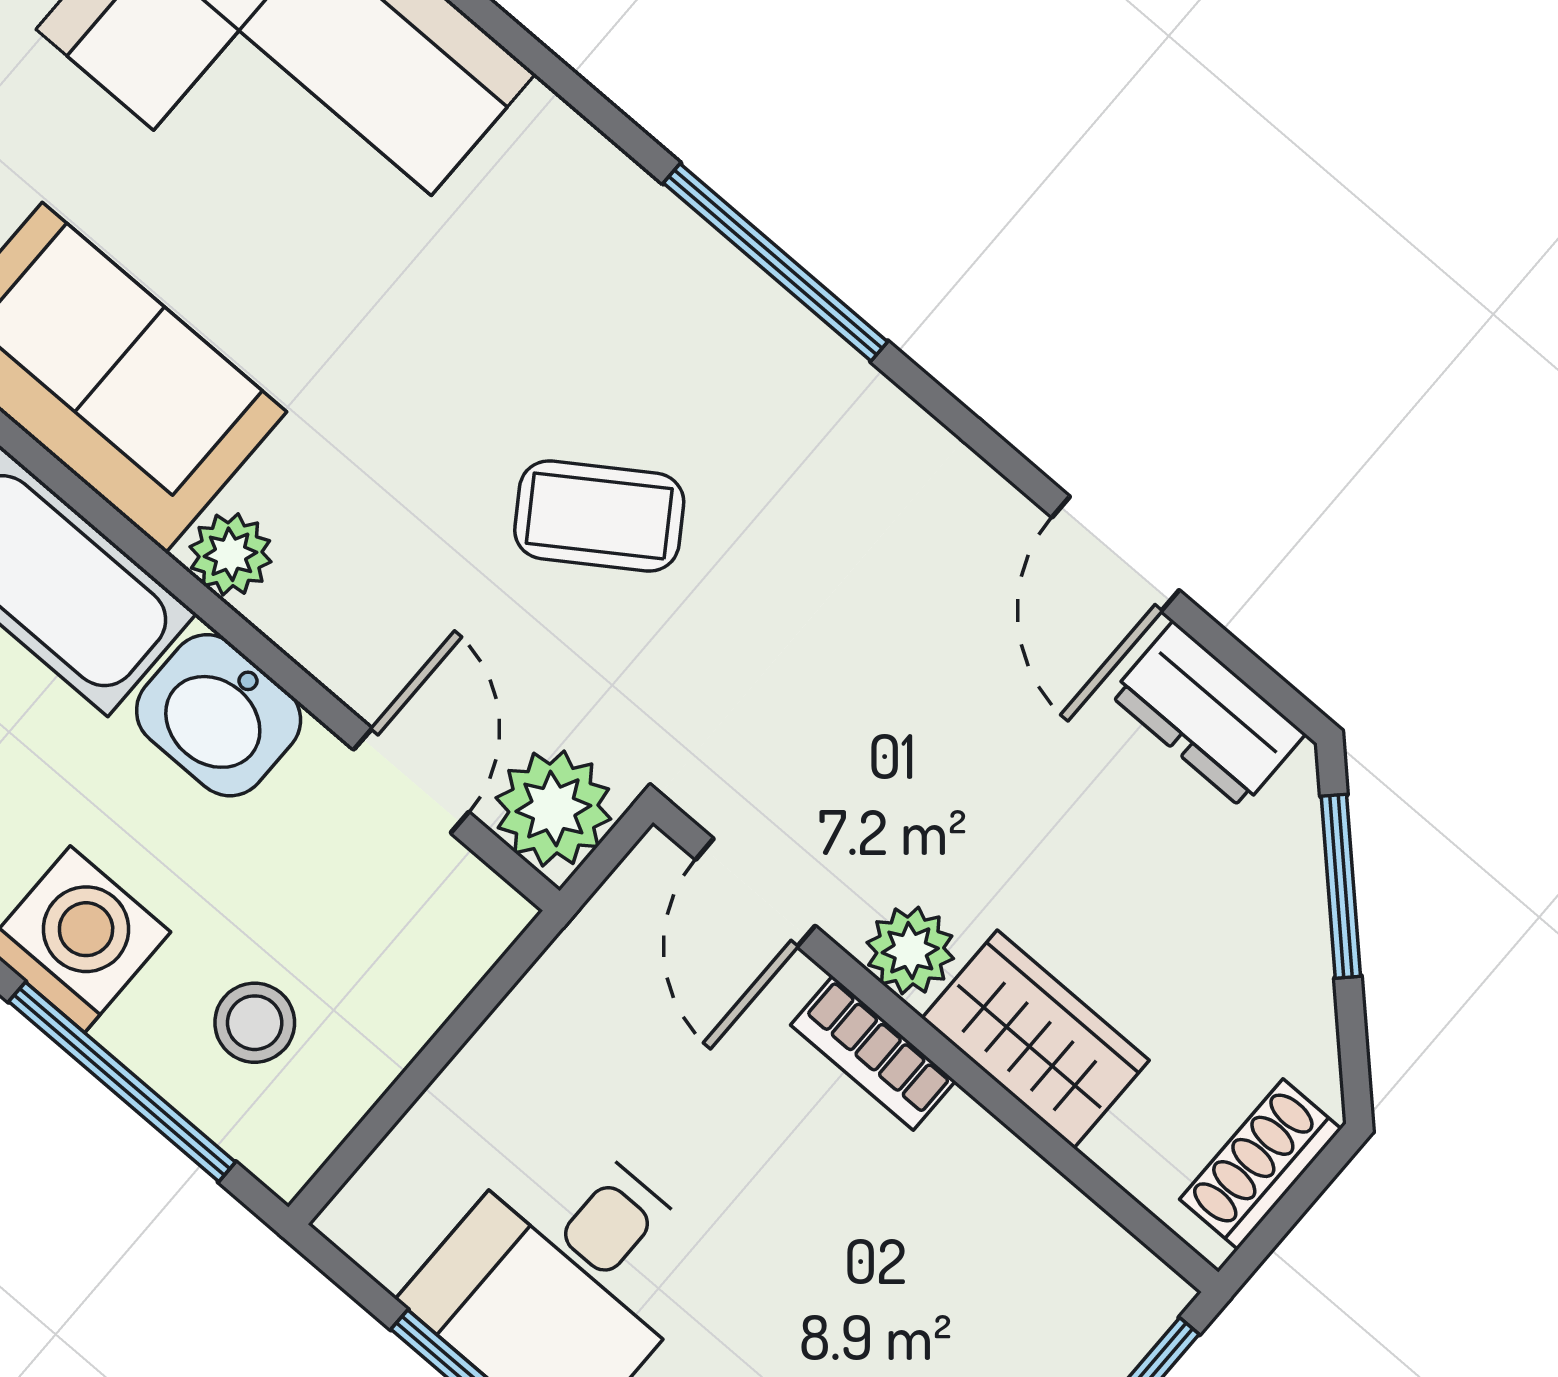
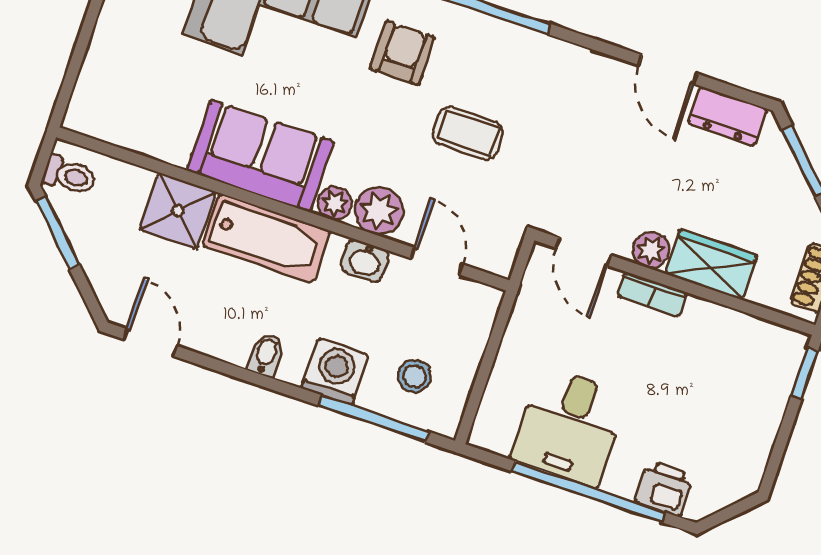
armchair: (523, 273) -> (403, 53), added
coffee table: (599, 516) -> (468, 133), turned 34
washbasin: (219, 715) -> (365, 261), width x0.72, depth x0.69
plant: (553, 808) -> (379, 211), moved

